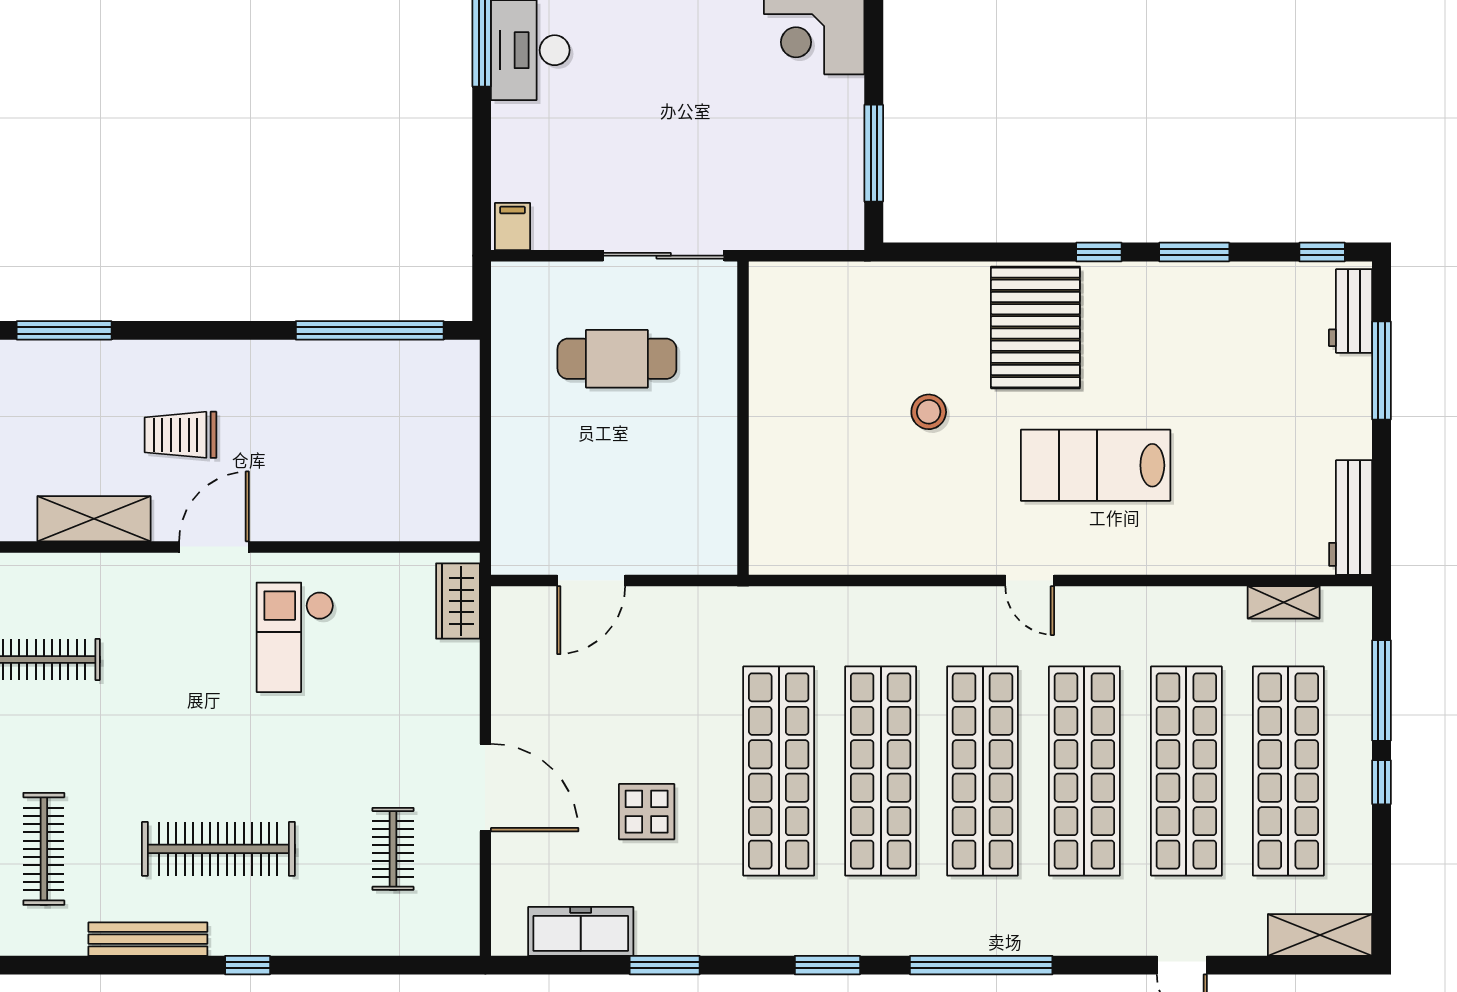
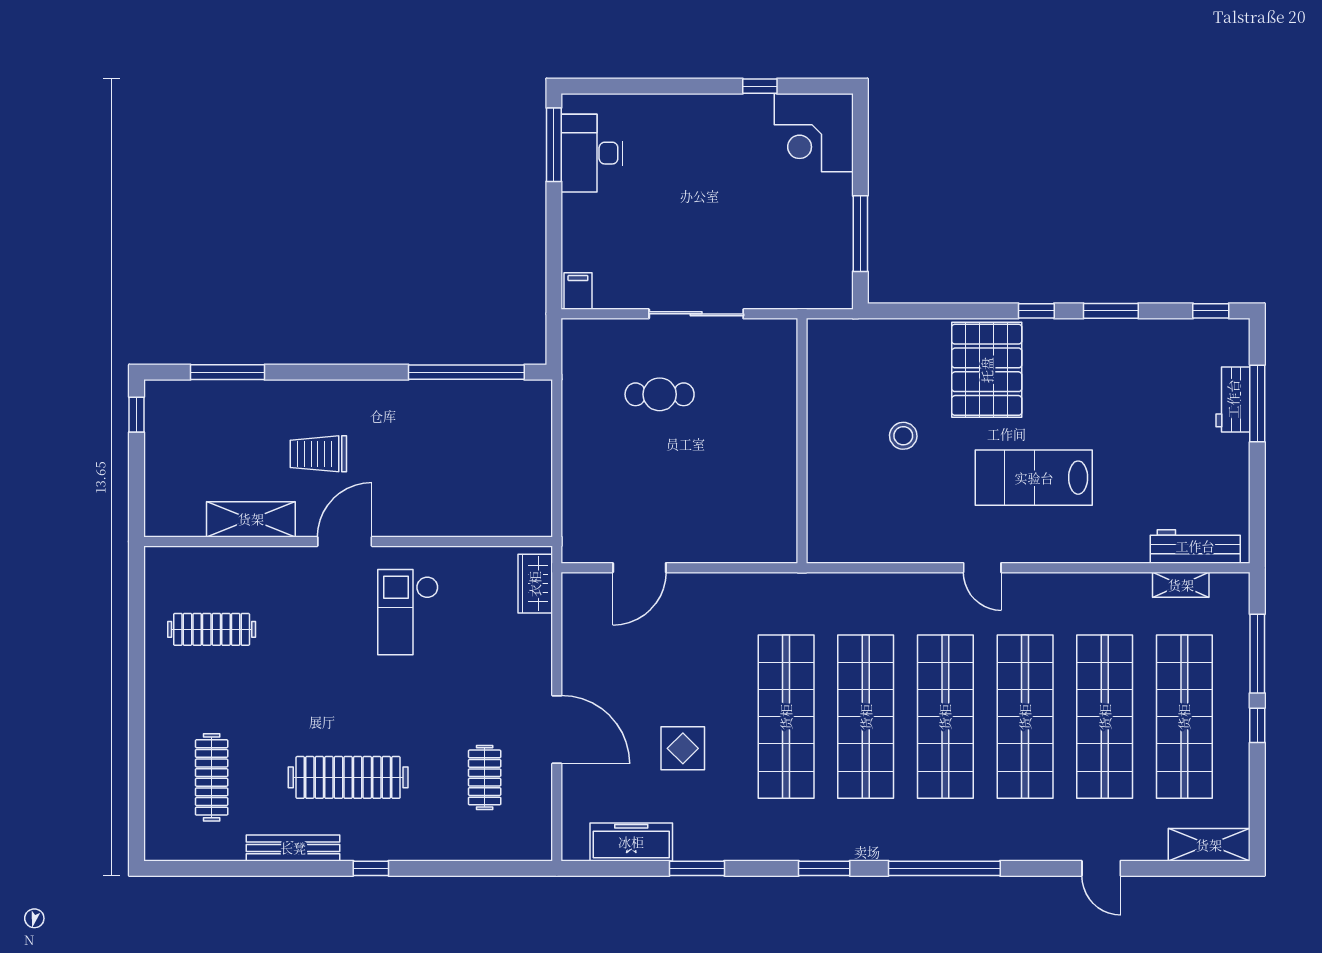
workbench: (1351, 311) -> (1233, 399), moved
cafe table: (617, 359) -> (660, 394), width x0.73, depth x0.74
wall: (743, 418) -> (802, 441), moved
workbench: (1351, 518) -> (1195, 546), moved, turned 90

